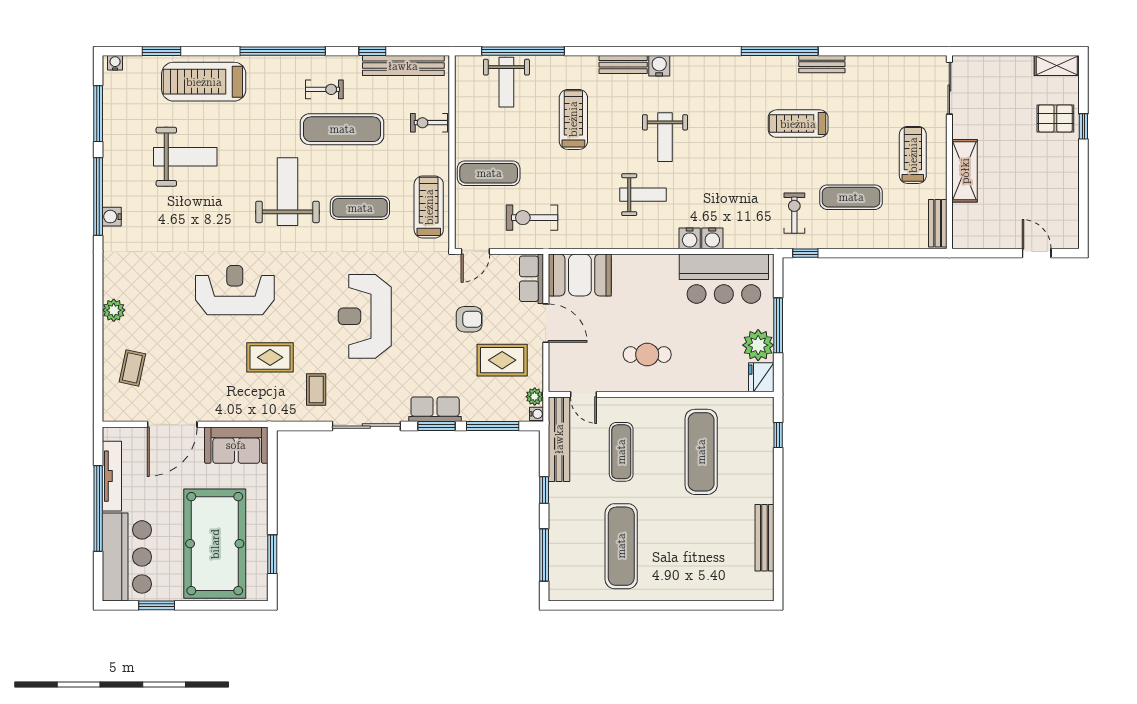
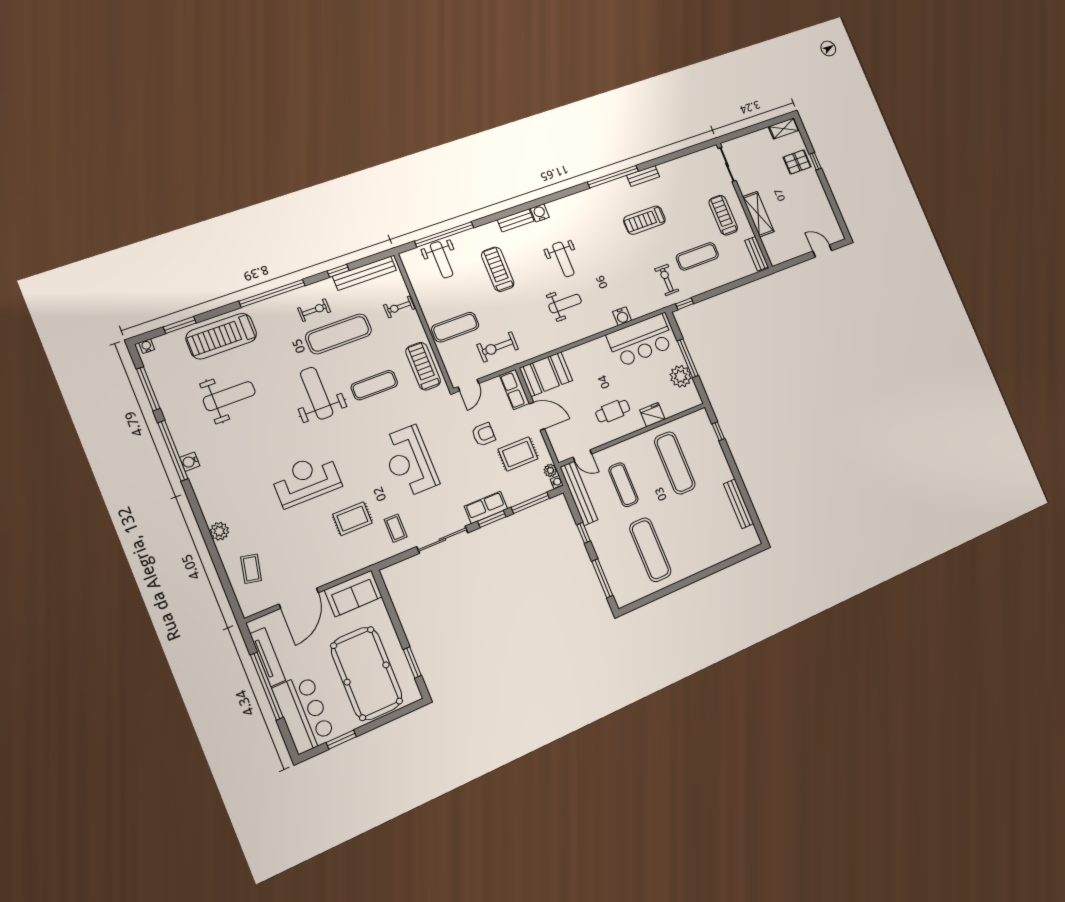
water cooler: (690, 238) -> (608, 322), removed
fridge: (761, 377) -> (652, 415), moved, turned 90

